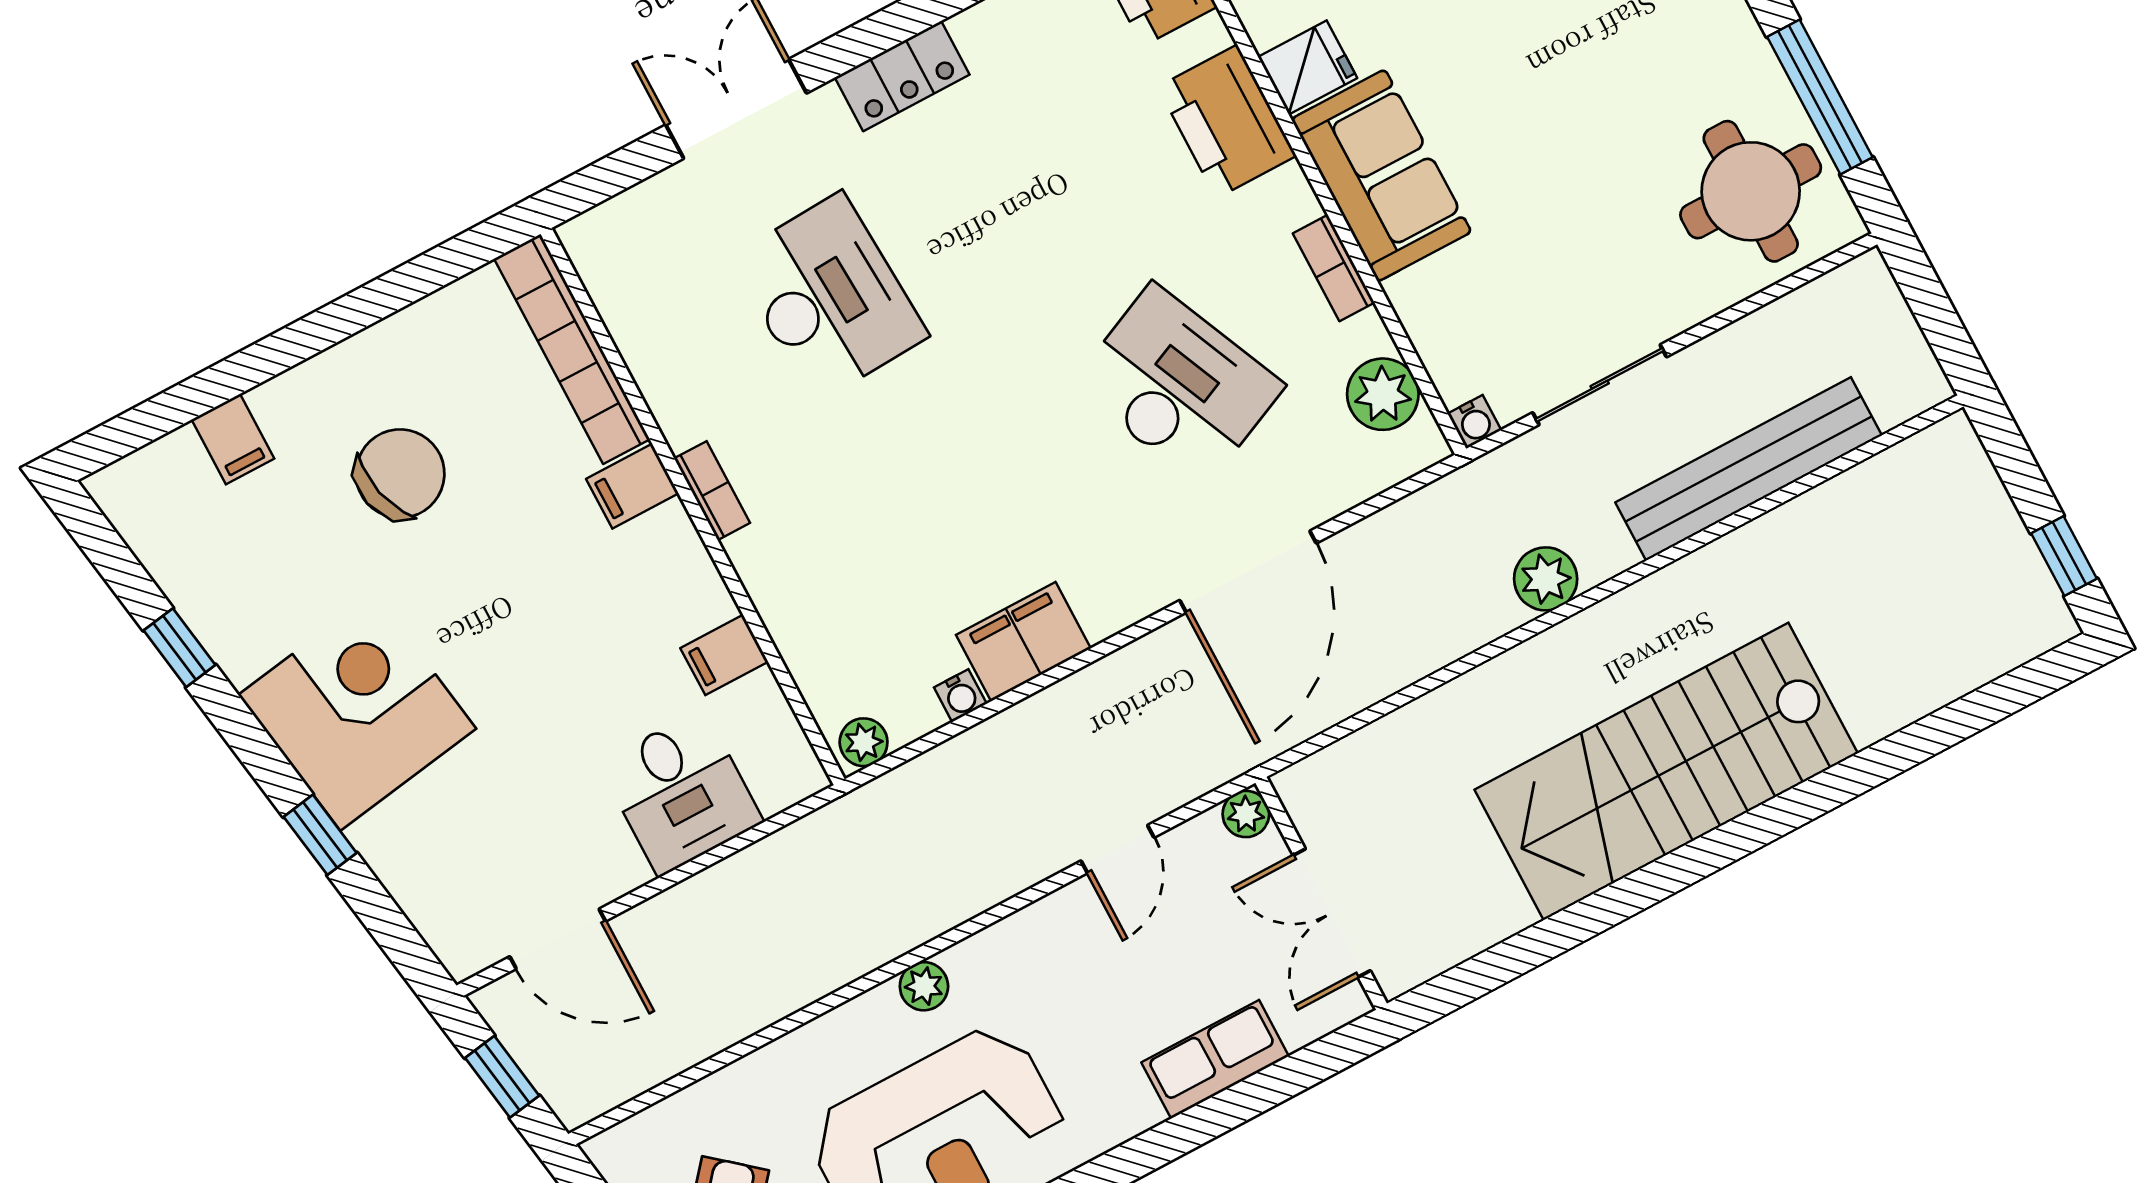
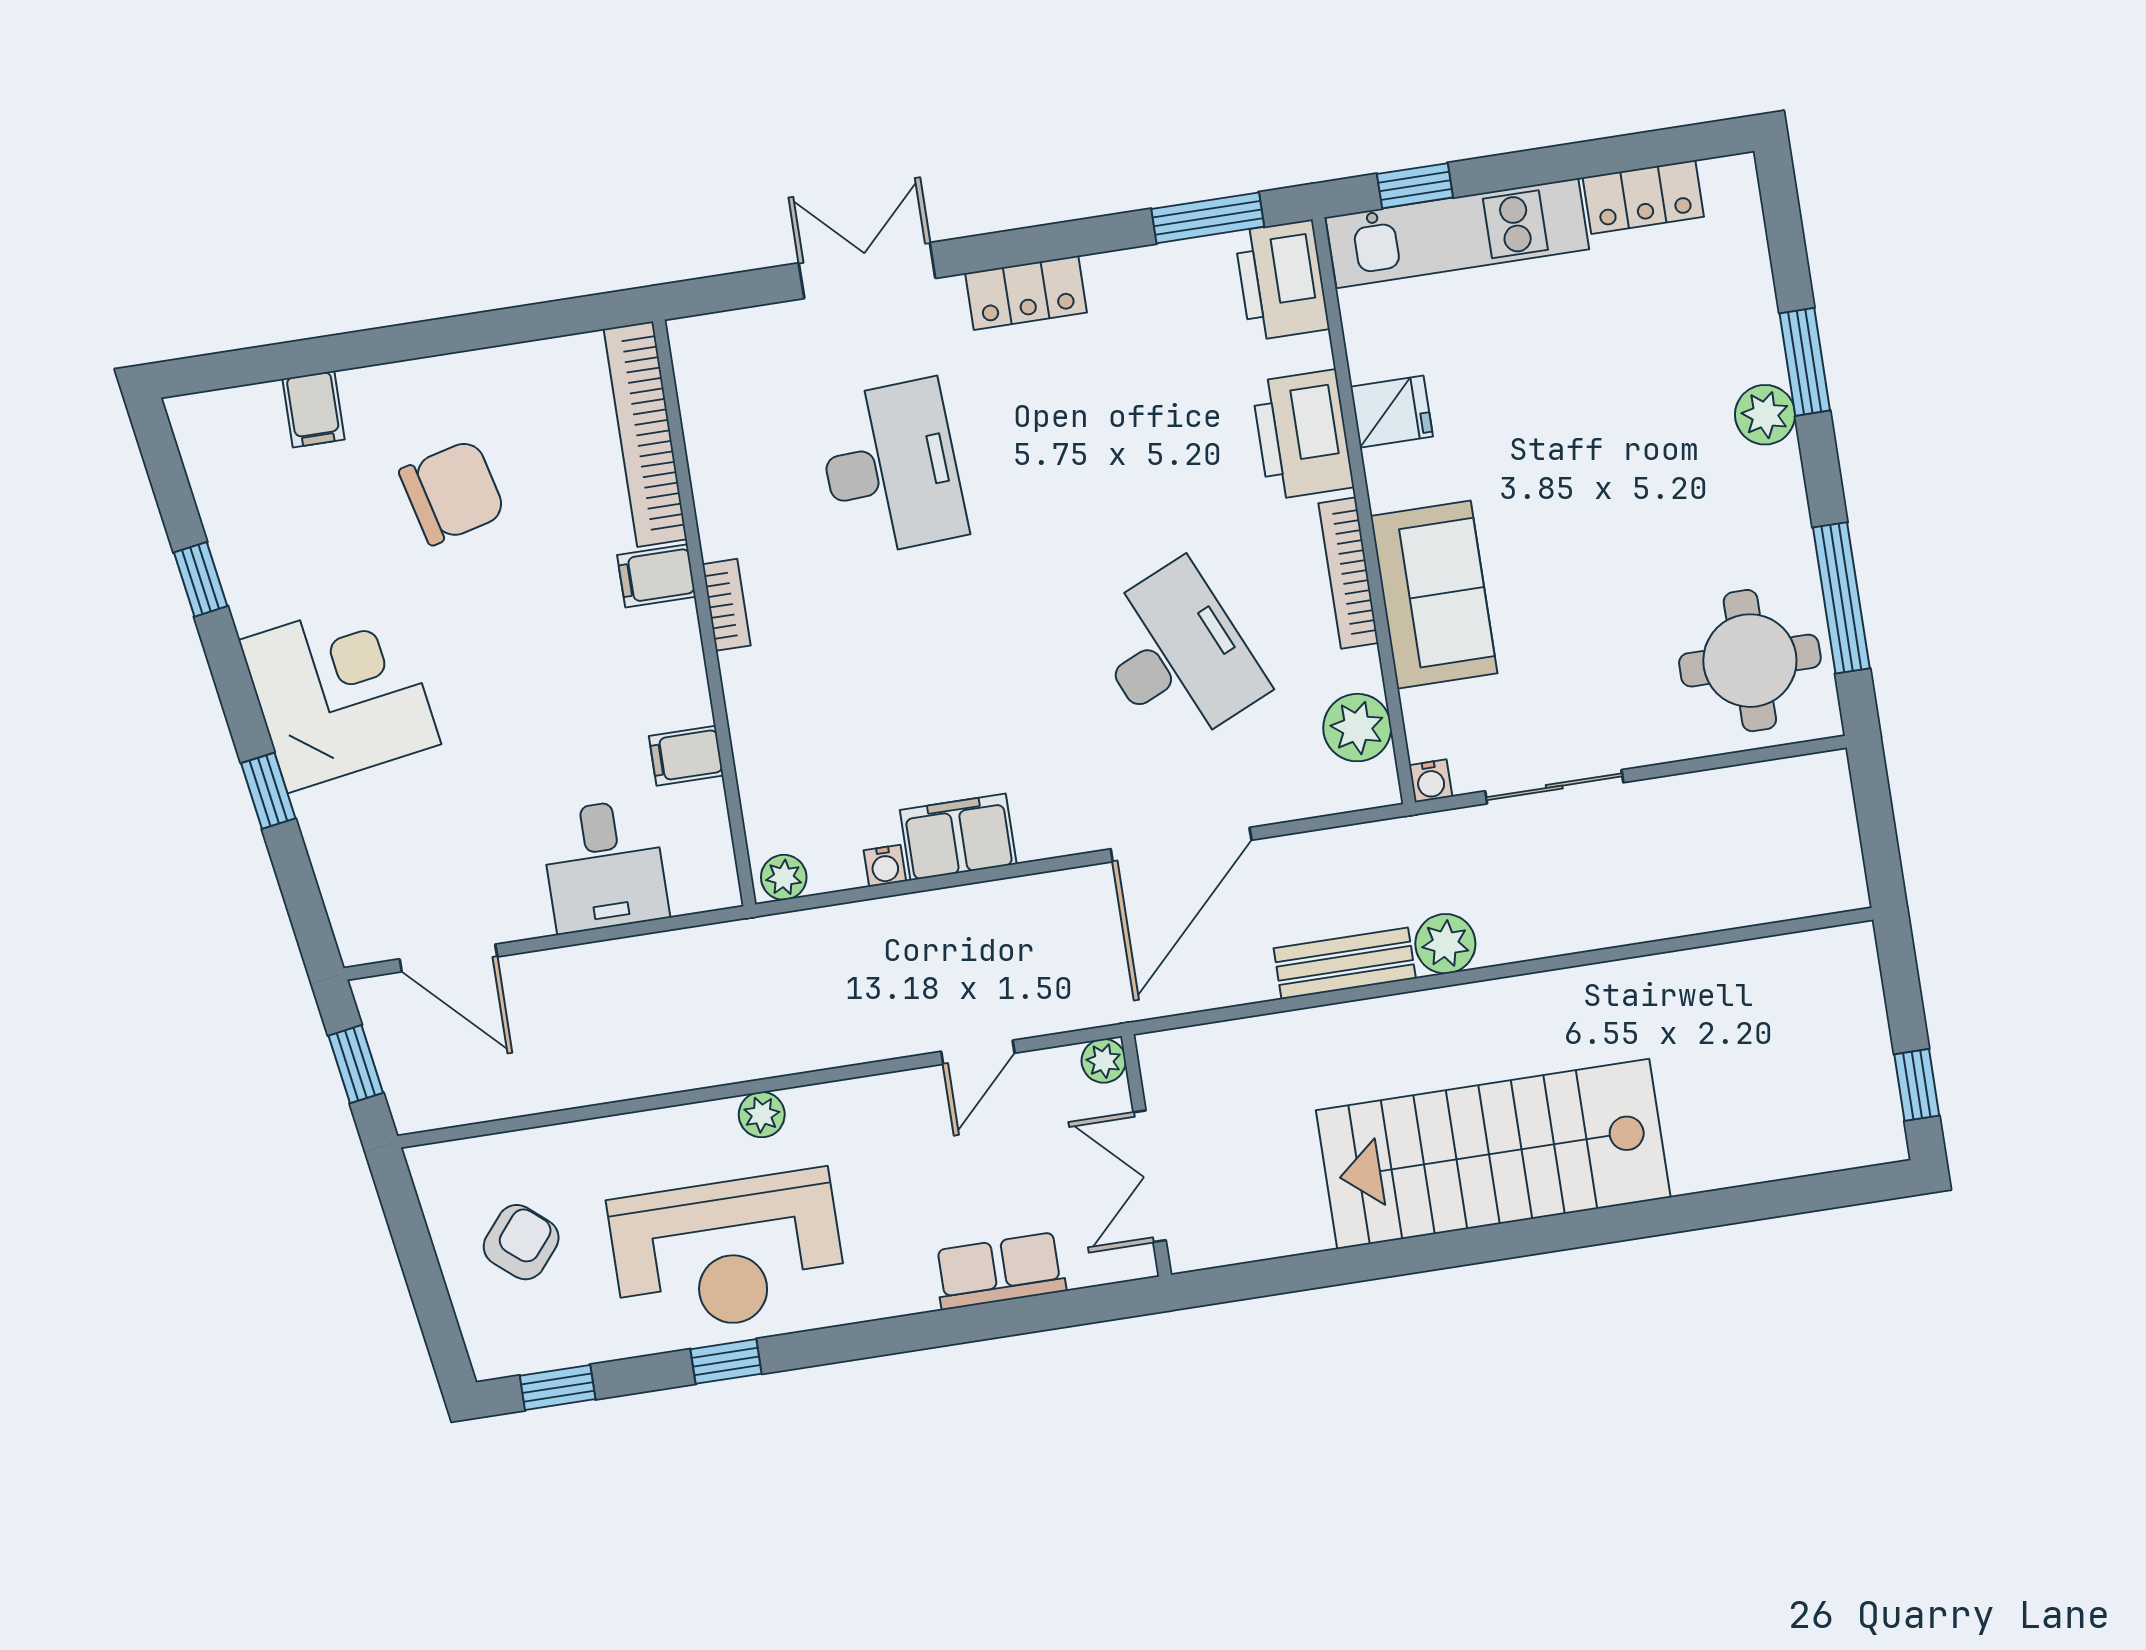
sofa: (1381, 175) -> (1434, 595), moved
bookcase: (1334, 268) -> (1348, 573), width x1.56
bench: (1749, 469) -> (1345, 963), moved, width x0.54, depth x0.82

